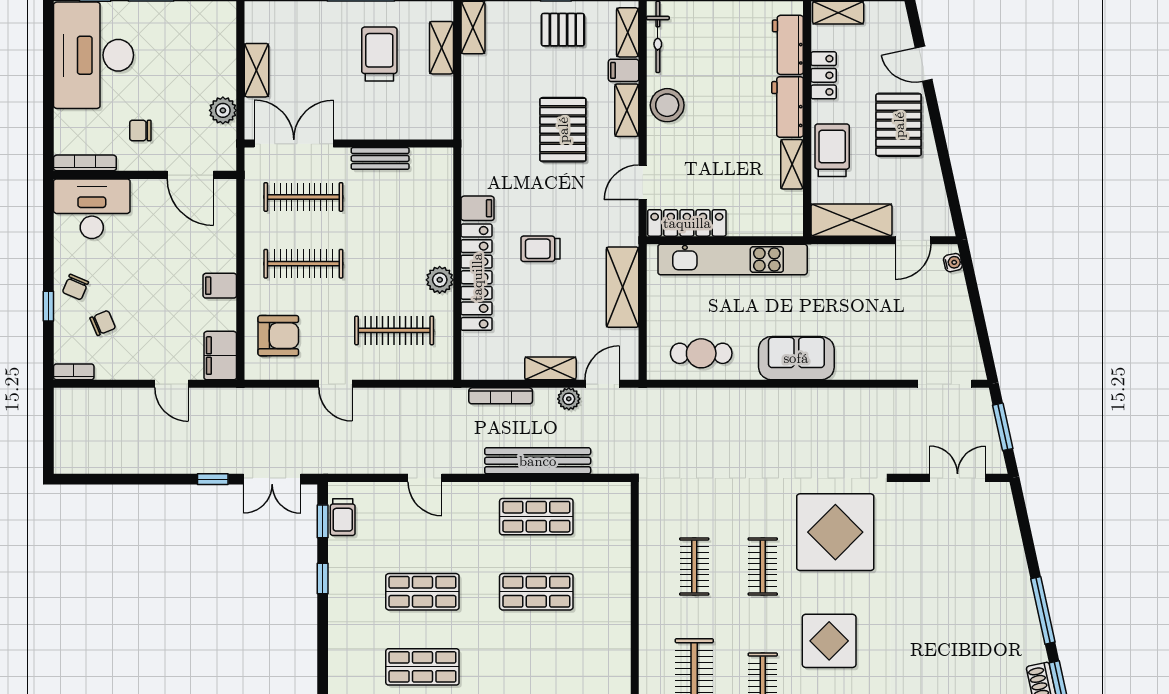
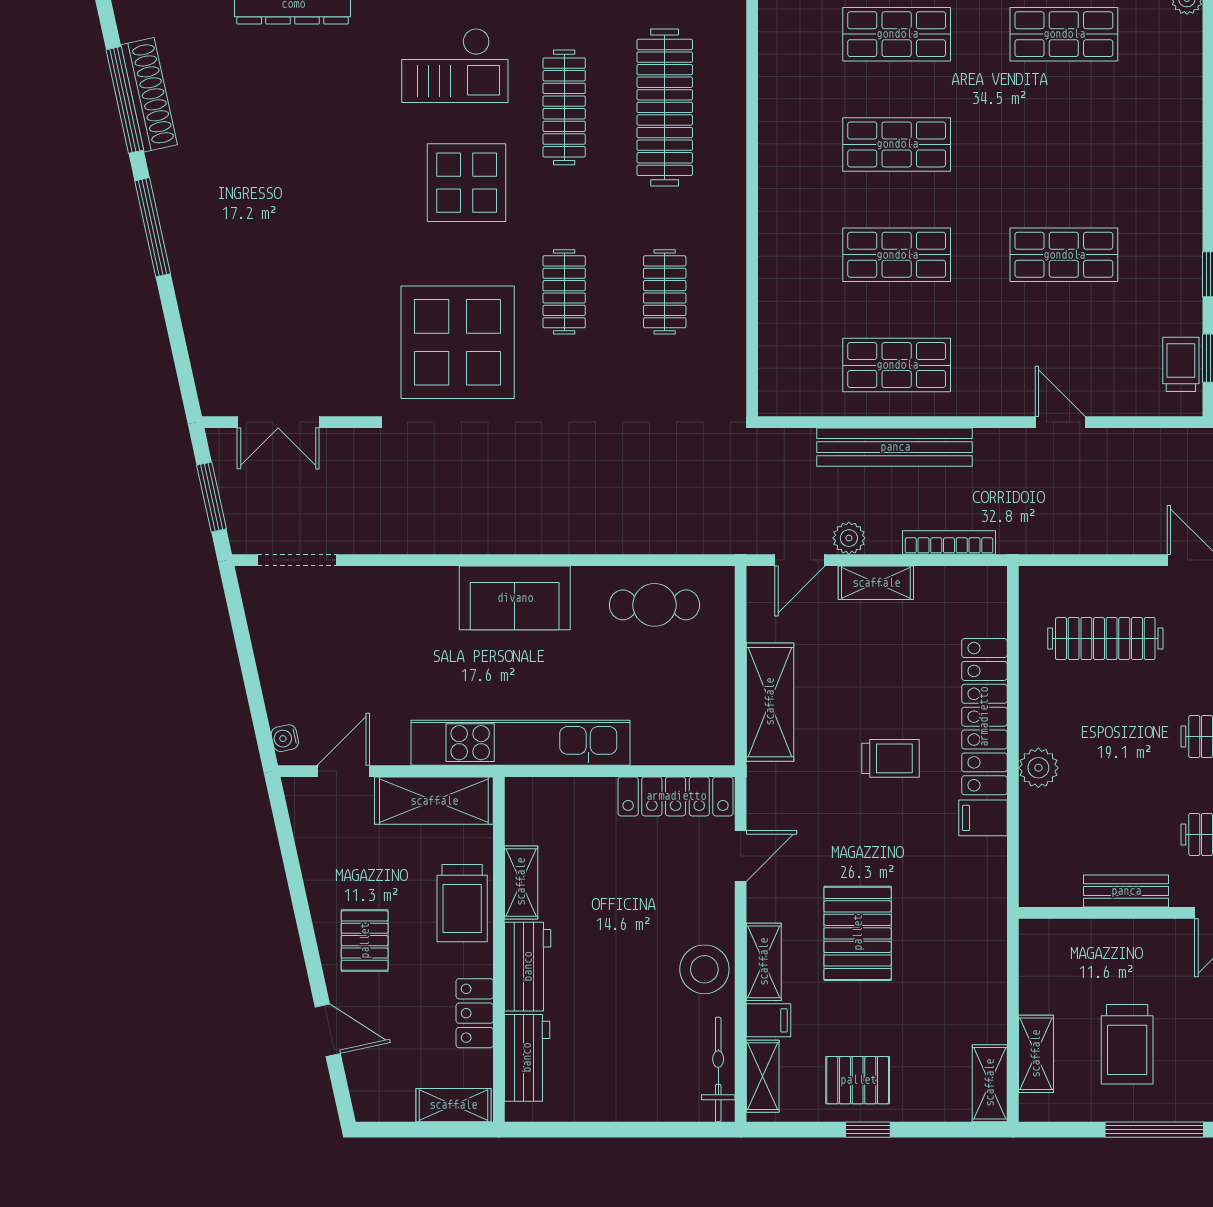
pallet: (899, 125) -> (365, 941), width x0.67, depth x0.71
kitchen unit: (733, 260) -> (520, 743), moved
plant: (440, 280) -> (1038, 768), moved
shop shelf: (422, 667) -> (897, 144), moved

